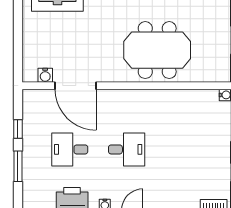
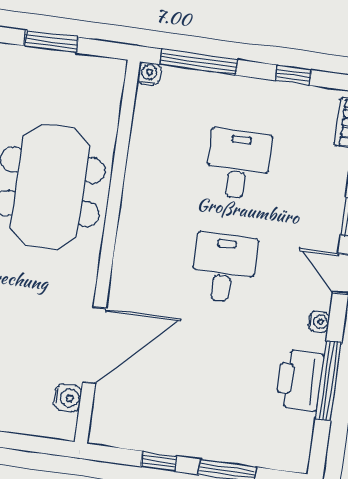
desk: (70, 149) -> (238, 164), moved, turned 180

